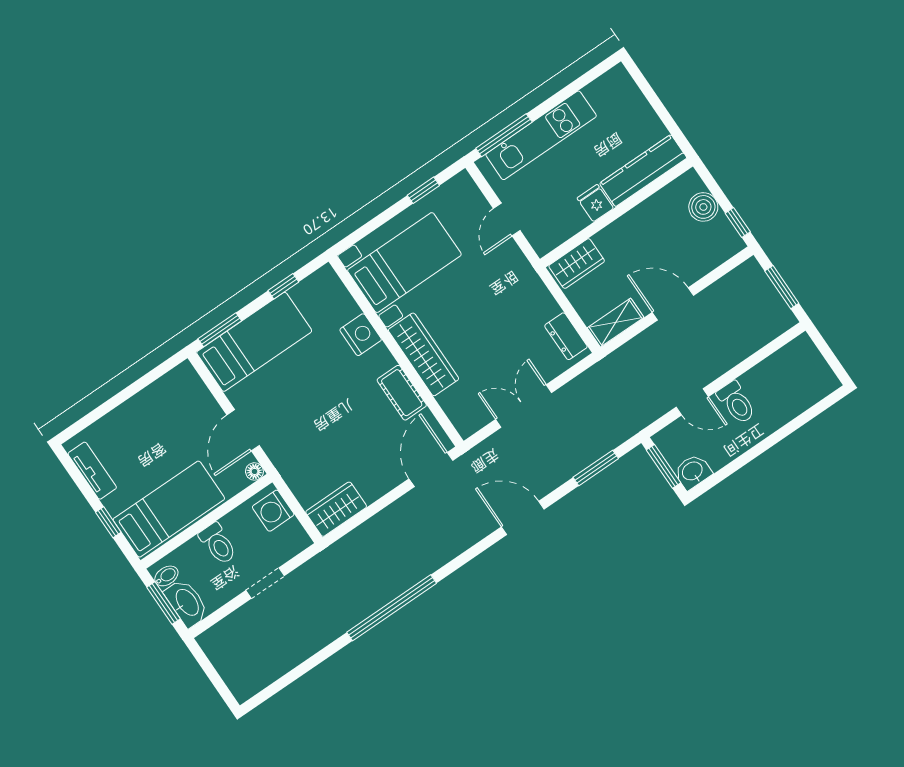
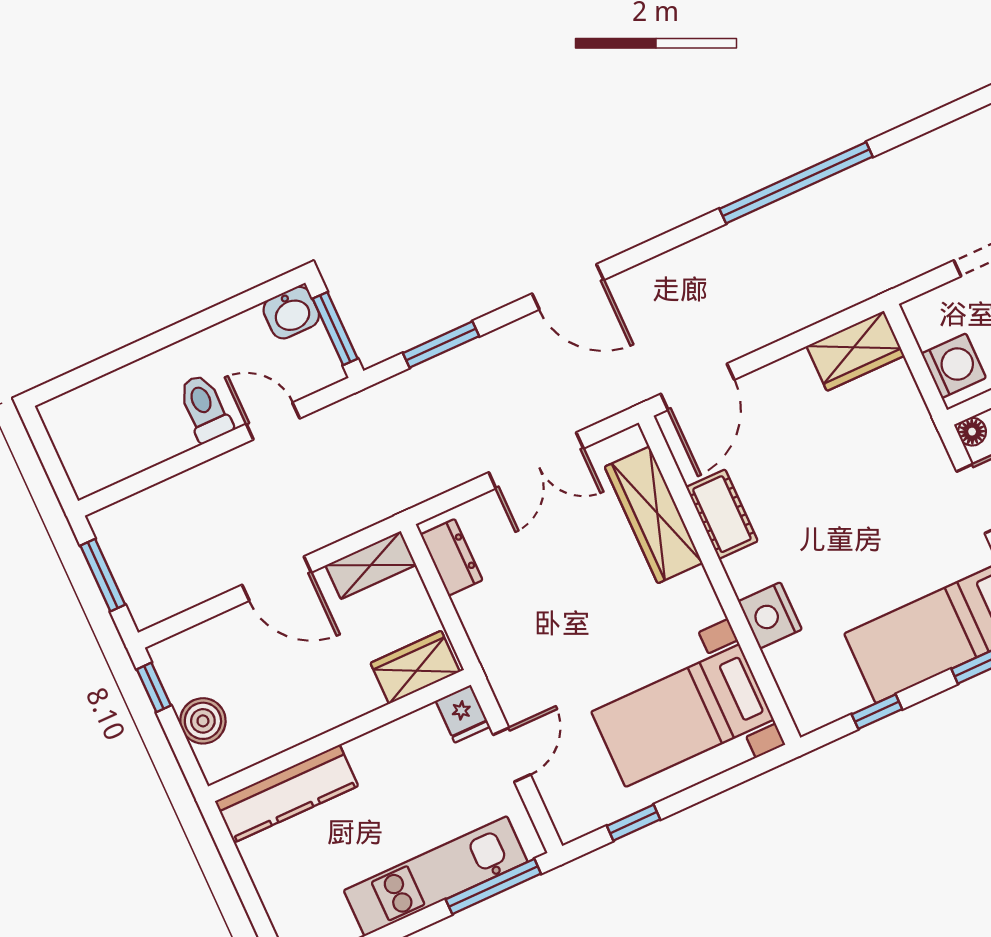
fridge: (595, 203) -> (463, 714), moved
wardrobe: (423, 354) -> (654, 515), moved

